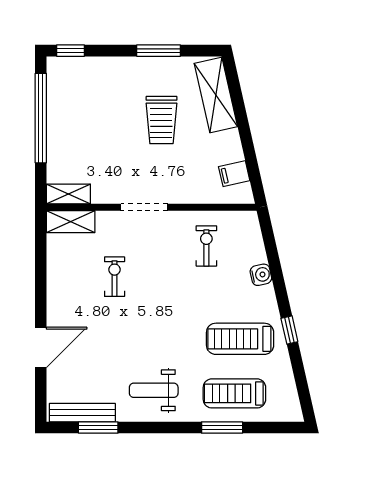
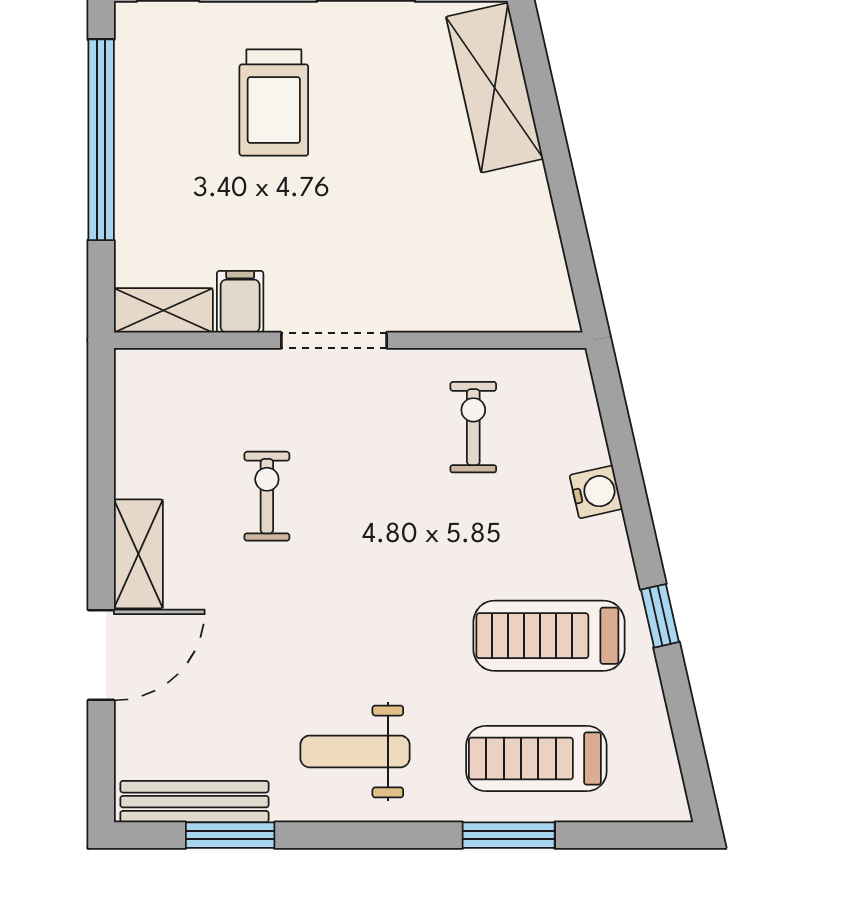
trolley: (161, 120) -> (274, 103), moved
filing cabinet: (234, 174) -> (240, 302), moved, turned 103
shelving: (71, 222) -> (138, 554), moved, turned 90

